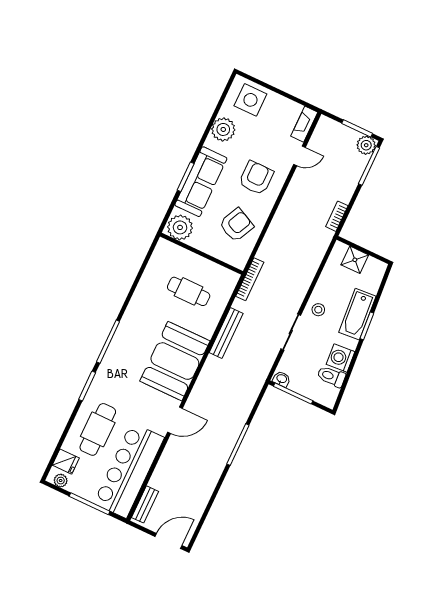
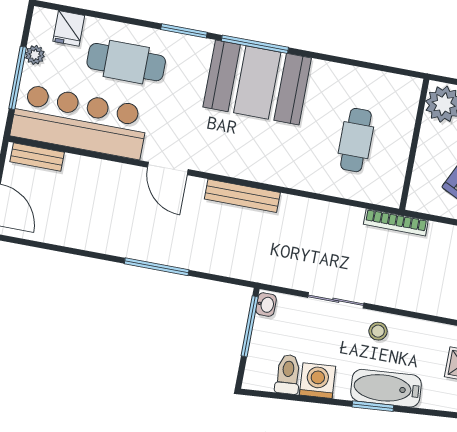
bench: (226, 333) -> (242, 196), moved
booth: (175, 361) -> (257, 82), moved
plant: (61, 481) -> (35, 55), moved

